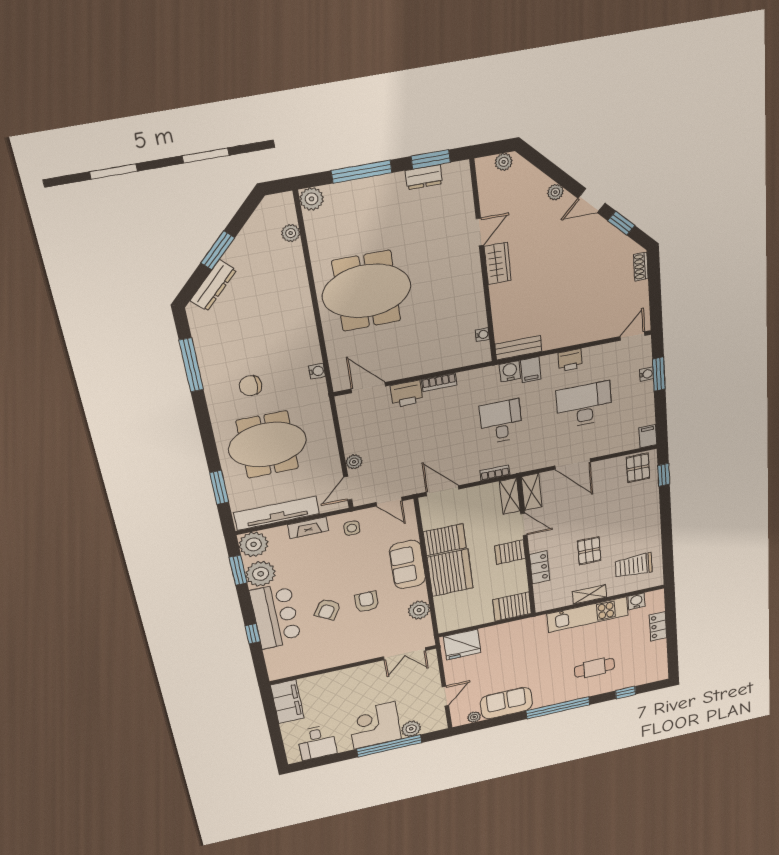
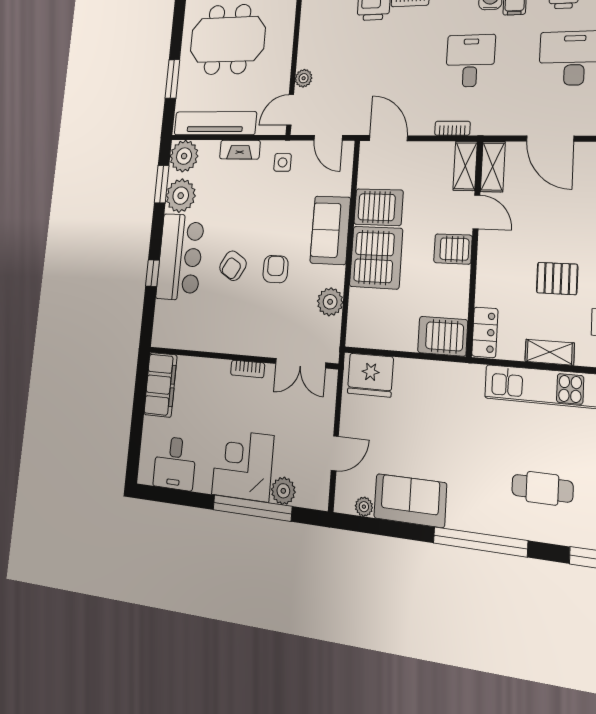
pallet: (589, 551) -> (557, 278), turned 90
locker: (540, 567) -> (485, 332), moved
bookcase: (361, 670) -> (248, 369), added

